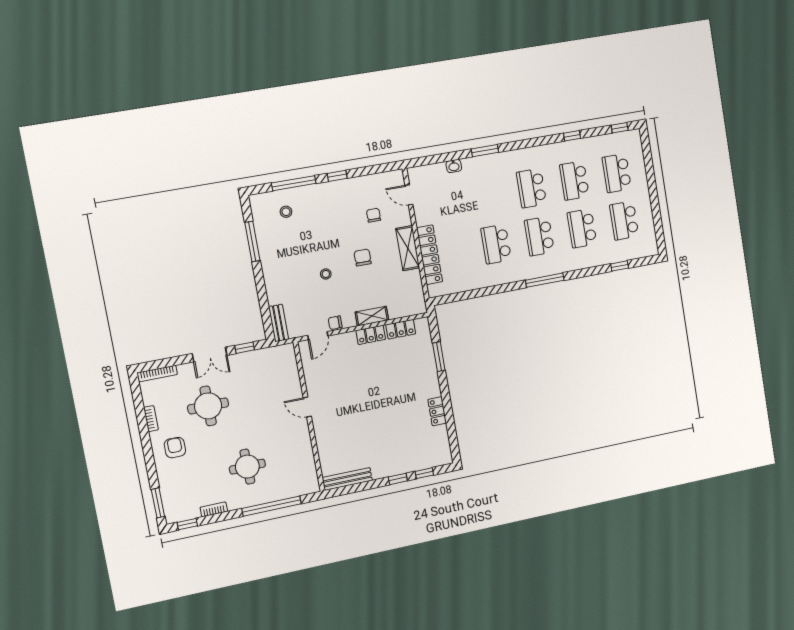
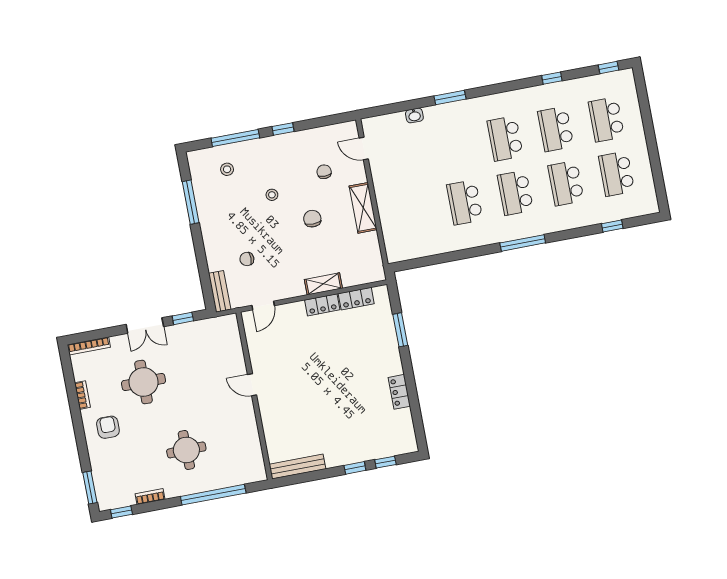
locker: (430, 255) -> (388, 215), removed
stool: (326, 274) -> (272, 195), moved
chair: (335, 323) -> (247, 259), moved

